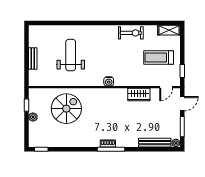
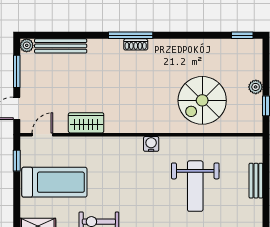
treadmill: (159, 58) -> (54, 182), width x1.37, depth x1.38
water cooler: (109, 81) -> (151, 144), moved

